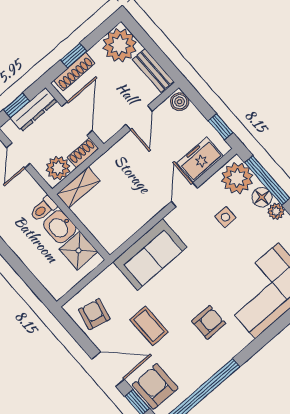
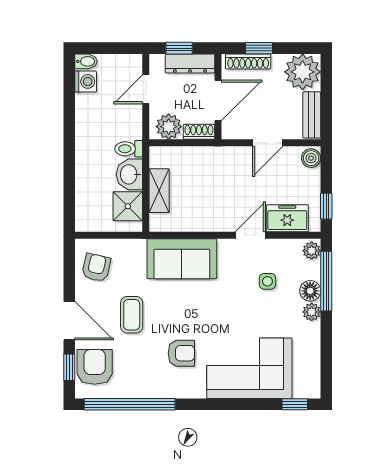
plant: (237, 178) -> (312, 251), width x0.53, depth x0.53
shelving: (78, 188) -> (159, 191), moved, turned 90

